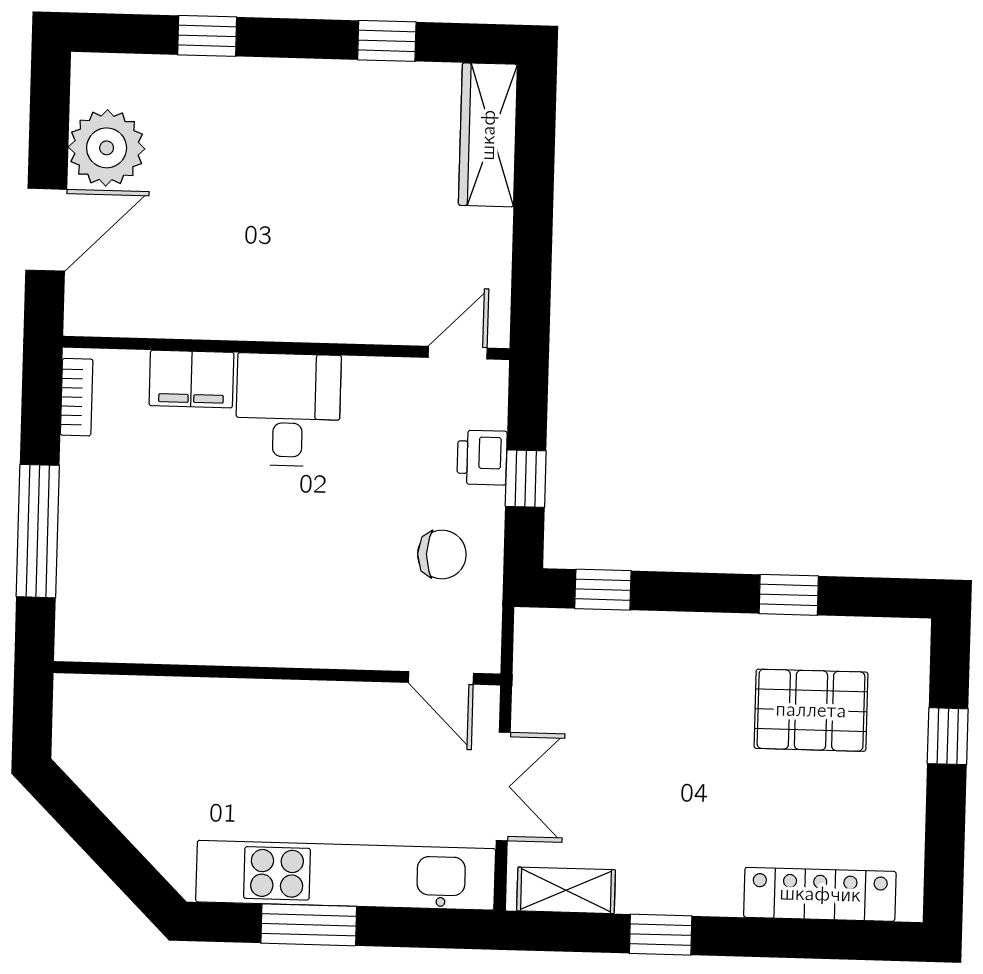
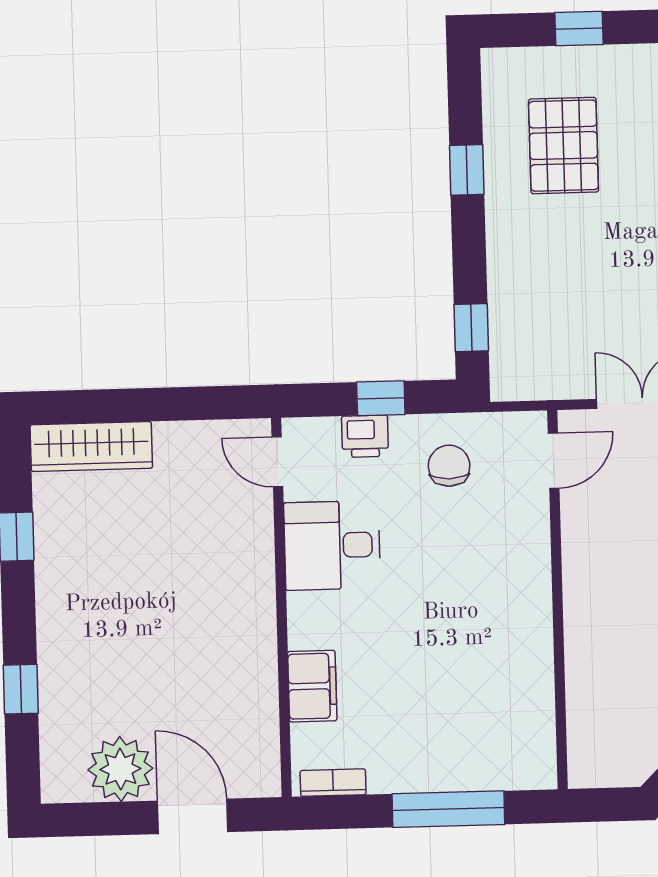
desk: (288, 410) -> (332, 545), moved

